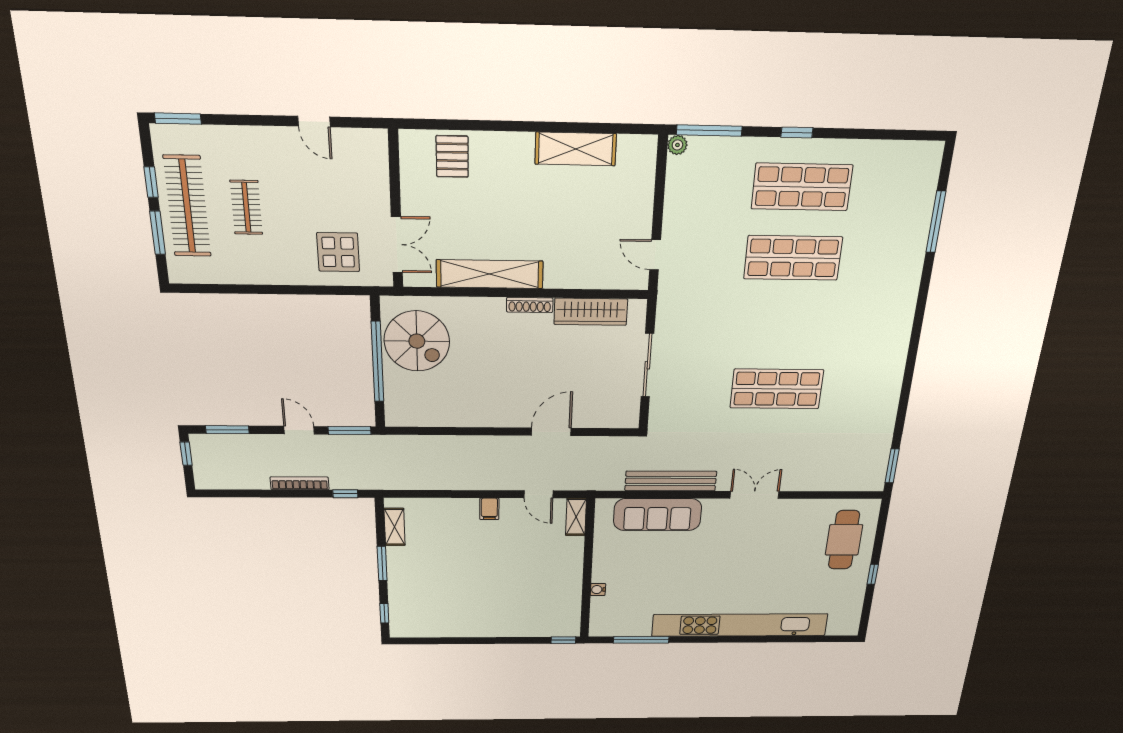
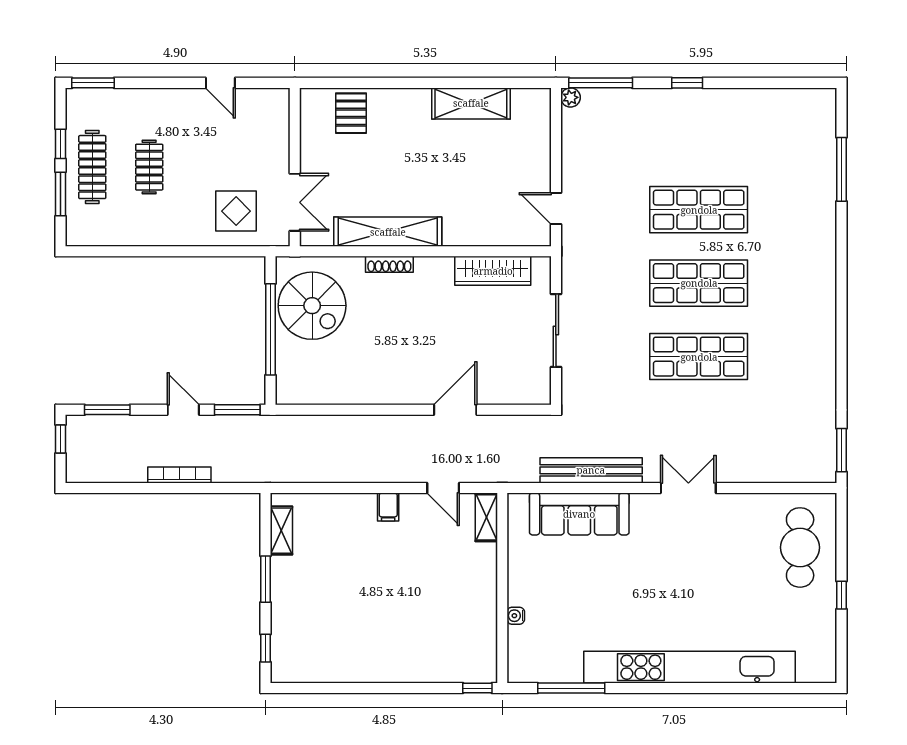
shop shelf: (802, 187) -> (699, 283), moved
clothes rail: (187, 206) -> (92, 167), width x0.73, depth x0.76
shoe rack: (530, 305) -> (389, 264), moved
window: (345, 494) -> (229, 488), removed

